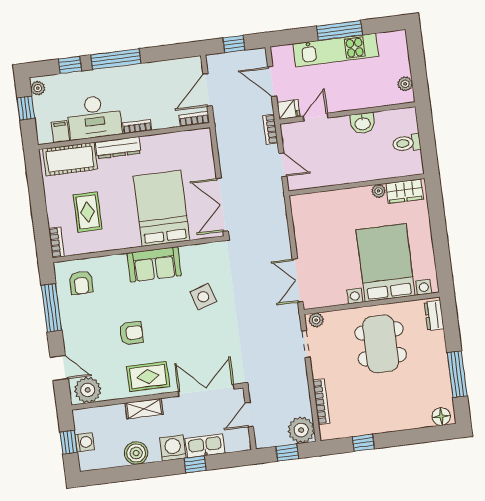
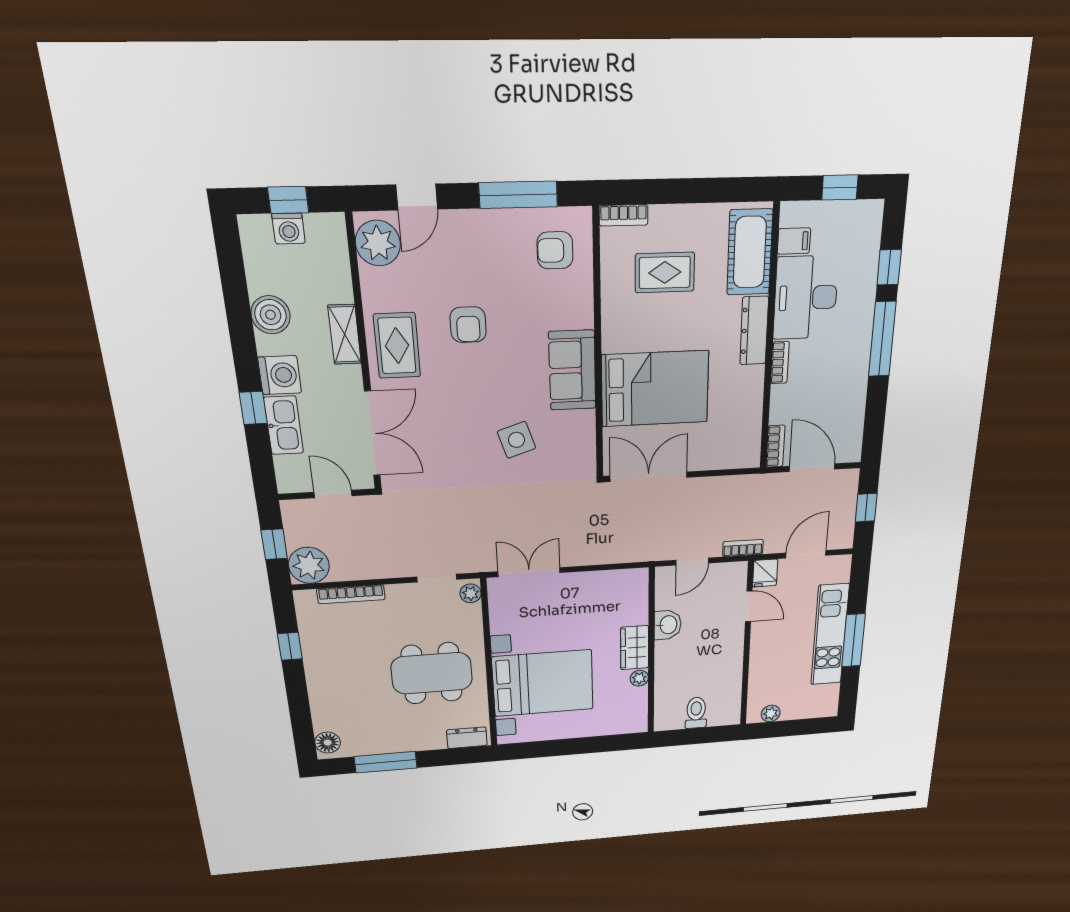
plant: (38, 88) -> (866, 211), removed
washbasin: (363, 123) -> (668, 625), moved, turned 180
wardrobe: (405, 191) -> (635, 648), moved

